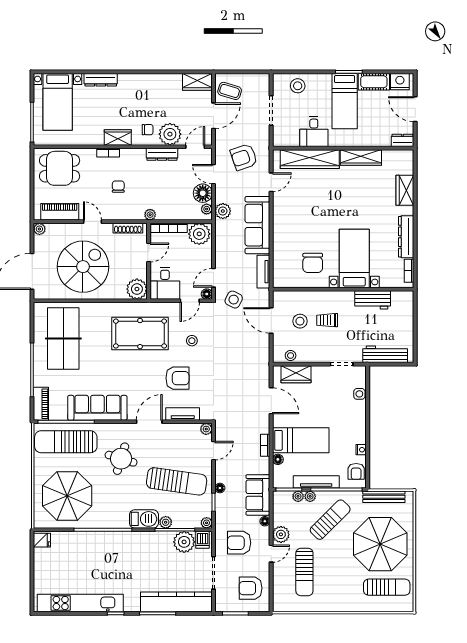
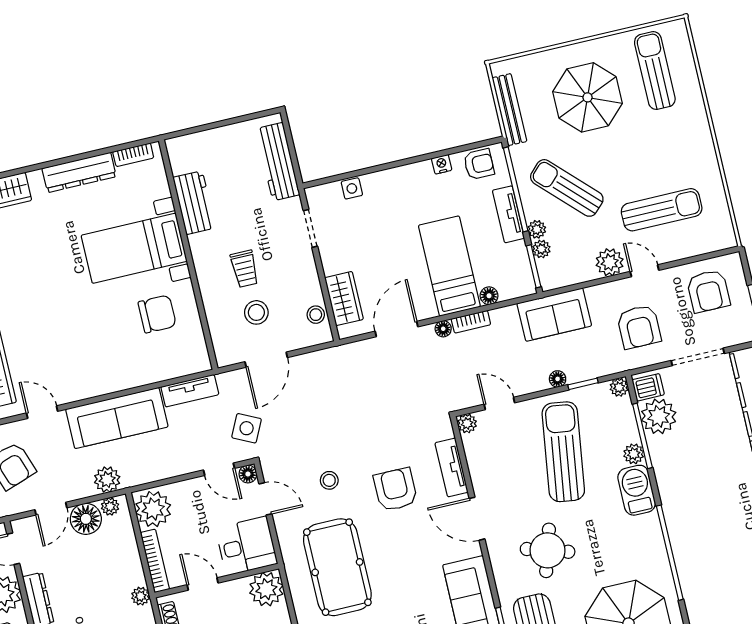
tv unit: (316, 482) -> (508, 214), width x0.71
floor lamp: (265, 521) -> (443, 329), moved
parasol: (380, 544) -> (588, 97), width x0.73, depth x0.73

